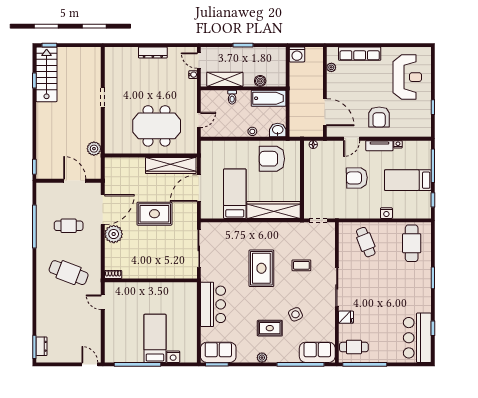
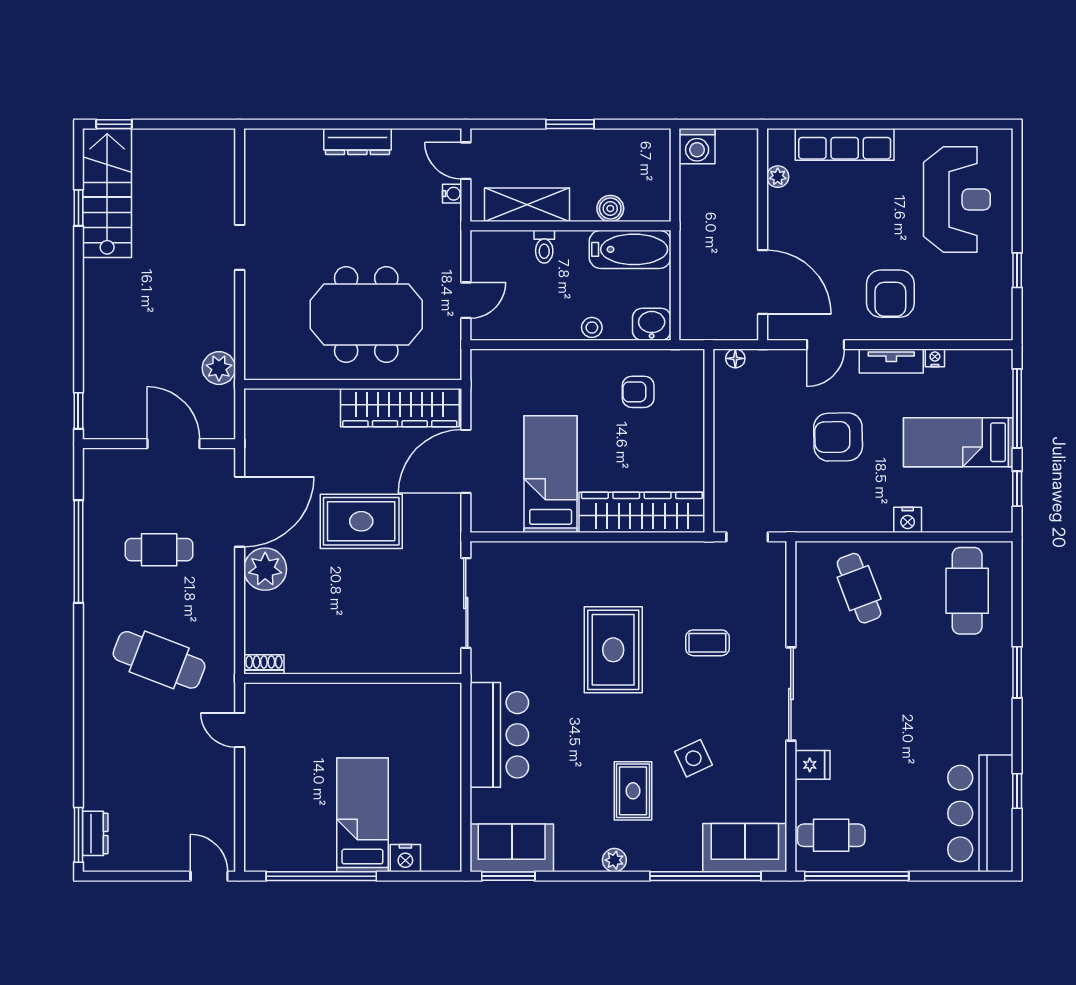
armchair: (272, 159) -> (638, 392), width x0.53, depth x0.53
rug: (270, 328) -> (633, 791), turned 90

